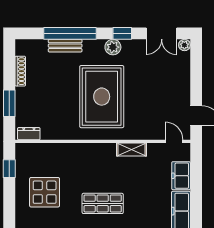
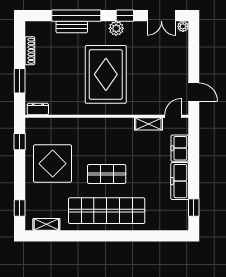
door: (174, 141) -> (173, 116), hinge flipped
shelving: (132, 150) -> (148, 124), moved
display table: (45, 192) -> (53, 164), width x1.36, depth x1.36

